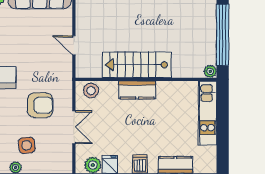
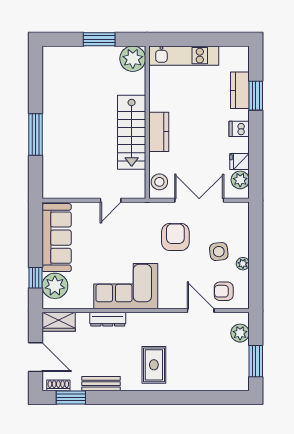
window: (223, 35) -> (99, 39), width x0.47
plant: (210, 71) -> (133, 59), width x1.88, depth x1.88
double door: (74, 127) -> (199, 200), width x1.37

